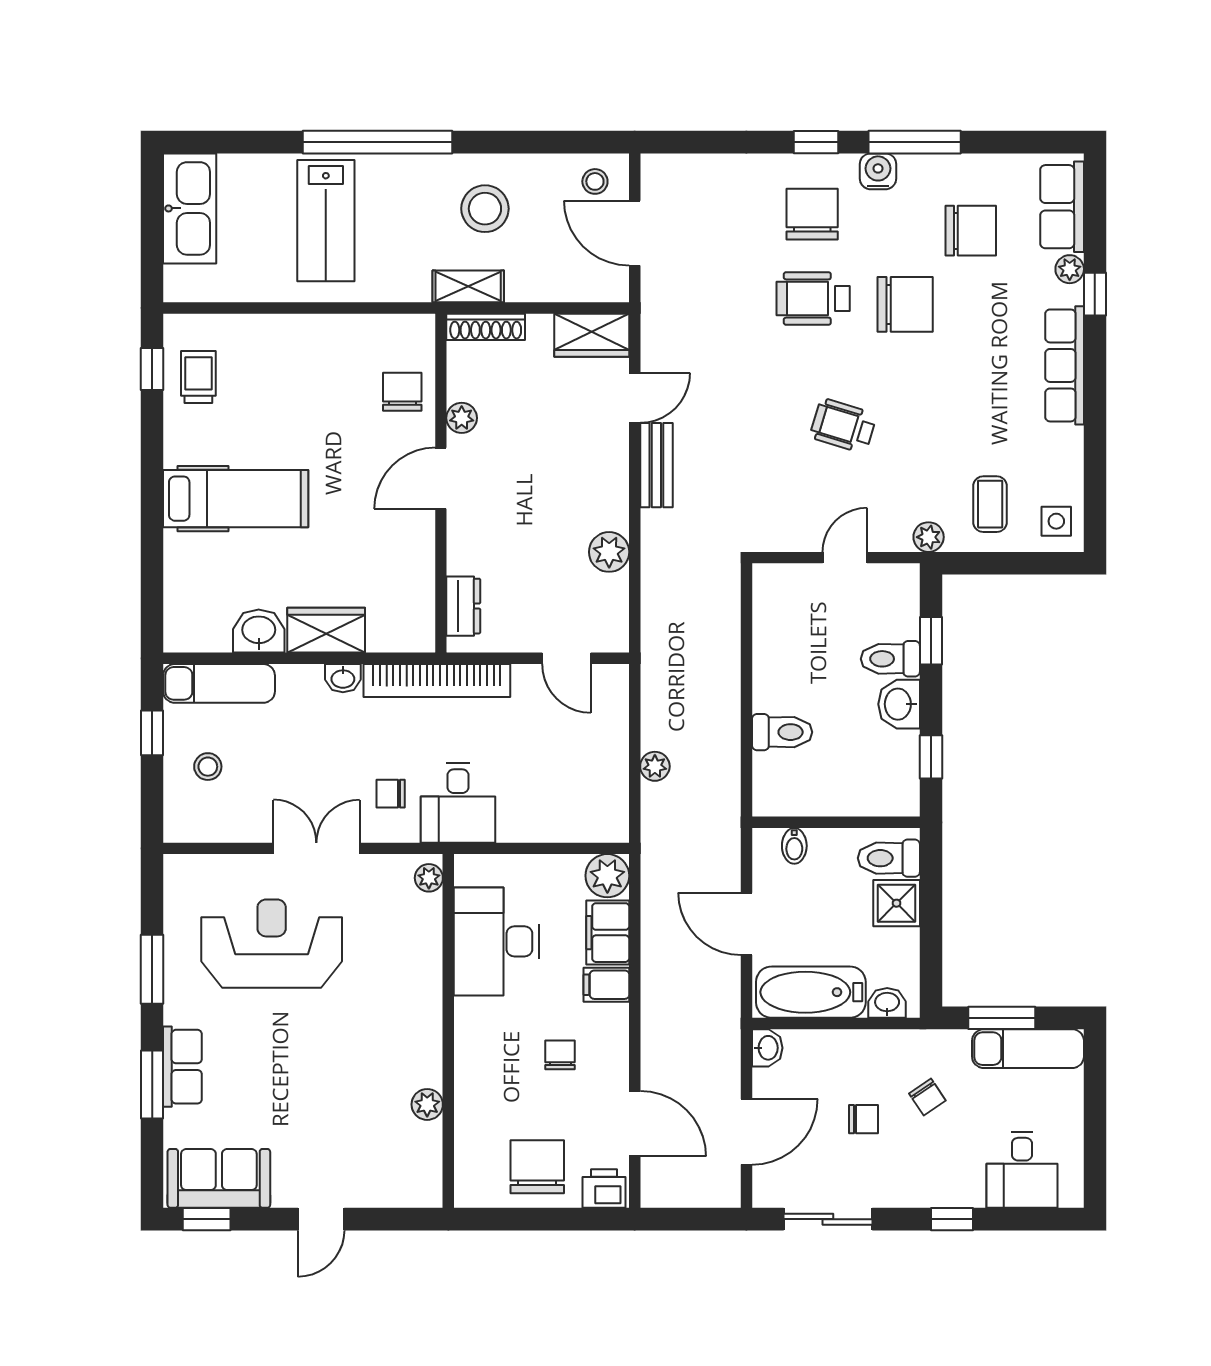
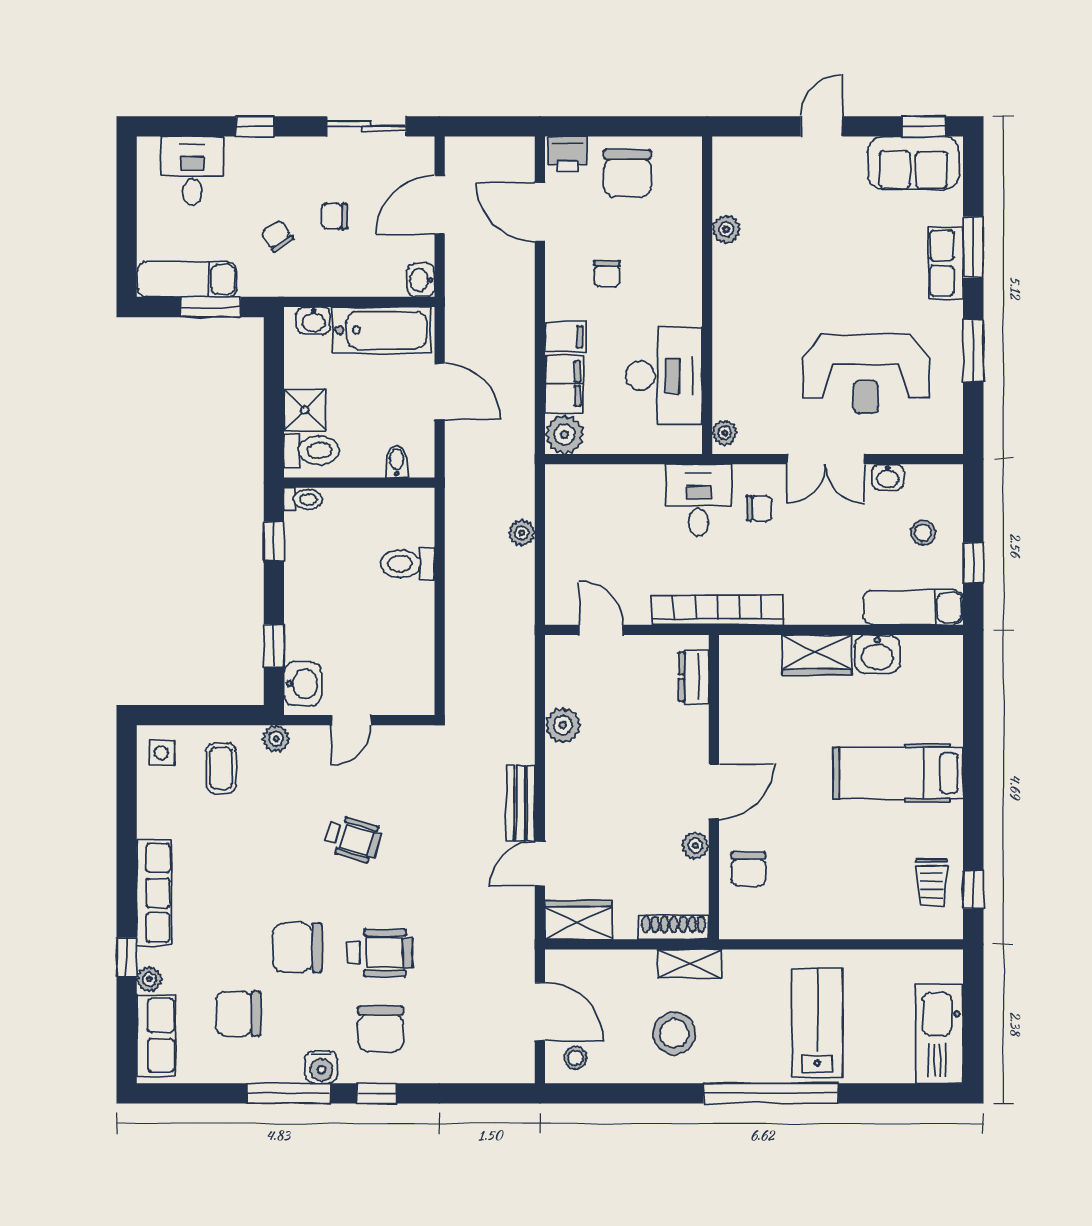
toilet: (890, 659) -> (303, 499), moved, width x0.73, depth x0.72
washbasin: (343, 678) -> (888, 477), moved, turned 180
washbasin: (899, 704) -> (303, 684), moved

